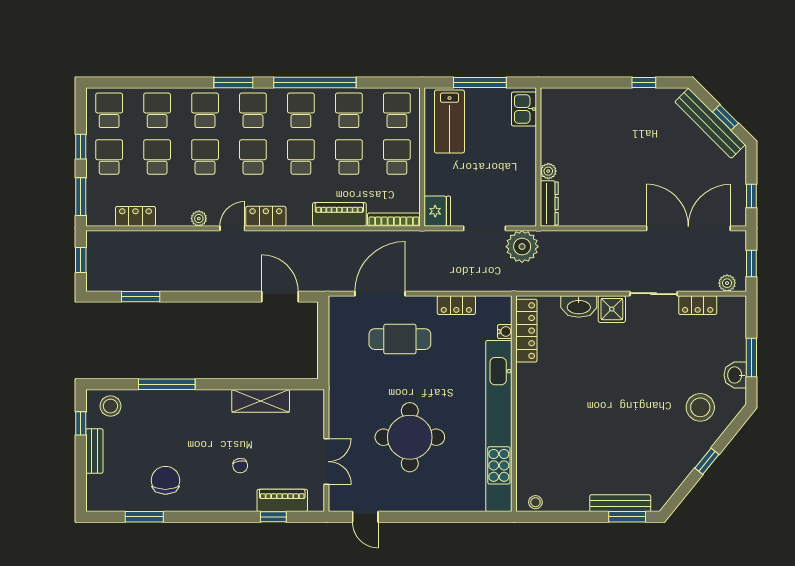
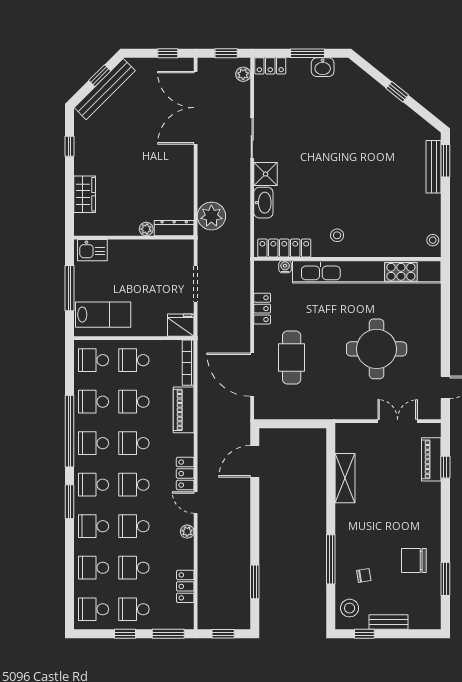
wardrobe: (588, 100) -> (85, 194), added
plant: (522, 247) -> (211, 216), moved
locker: (698, 305) -> (270, 66), moved, turned 90
stool: (700, 407) -> (337, 235), moved, width x0.53, depth x0.53
chair: (240, 466) -> (364, 575), moved

